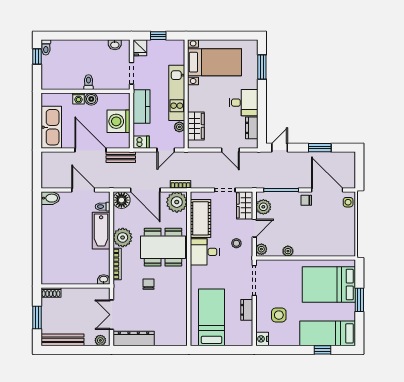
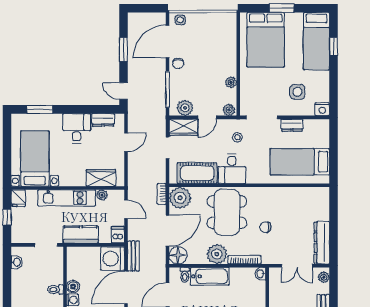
fridge: (140, 48) -> (18, 198), moved, turned 90
washing machine: (118, 121) -> (113, 259), moved, turned 90
door: (254, 228) -> (207, 117), swing flipped
stool: (236, 243) -> (237, 137), moved

